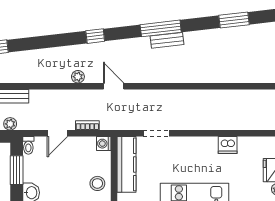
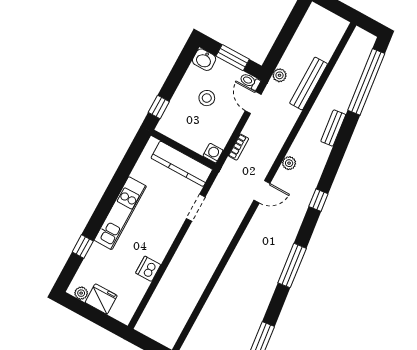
bench: (167, 40) -> (333, 128), moved
door: (57, 133) -> (253, 103), moved
stool: (97, 183) -> (207, 98), moved

